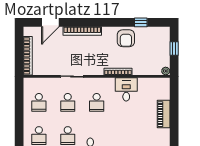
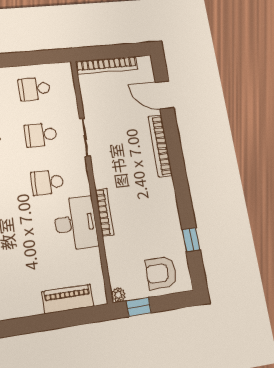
armchair: (126, 38) -> (161, 273), moved
window: (174, 48) -> (139, 307), moved
desk: (126, 89) -> (76, 223), width x1.37
piano: (164, 114) -> (68, 299), moved

